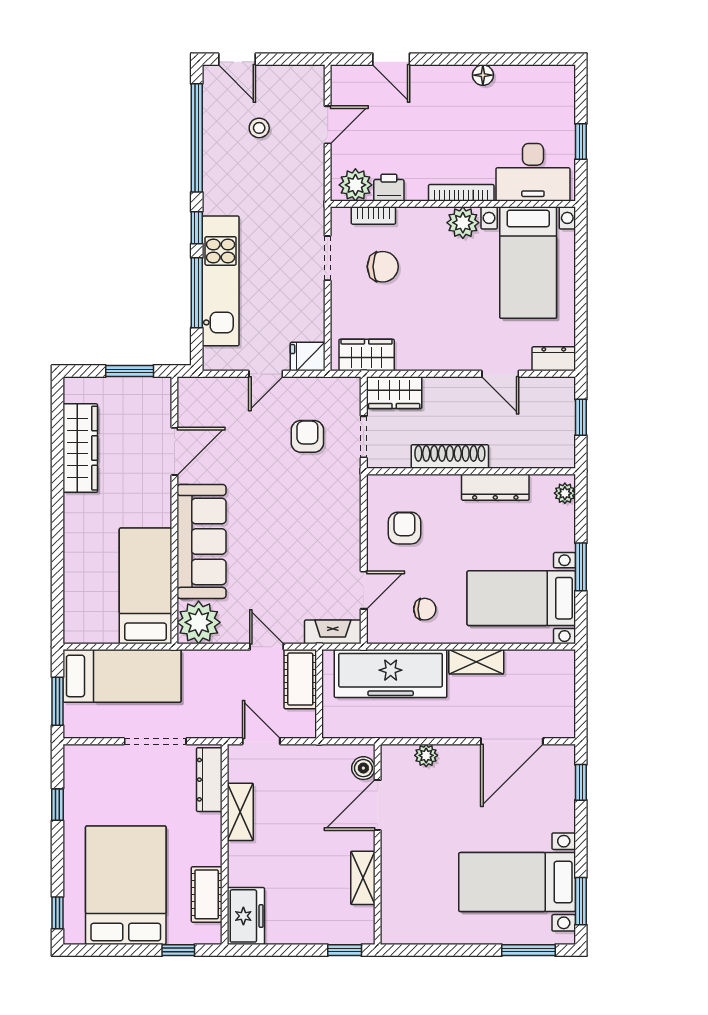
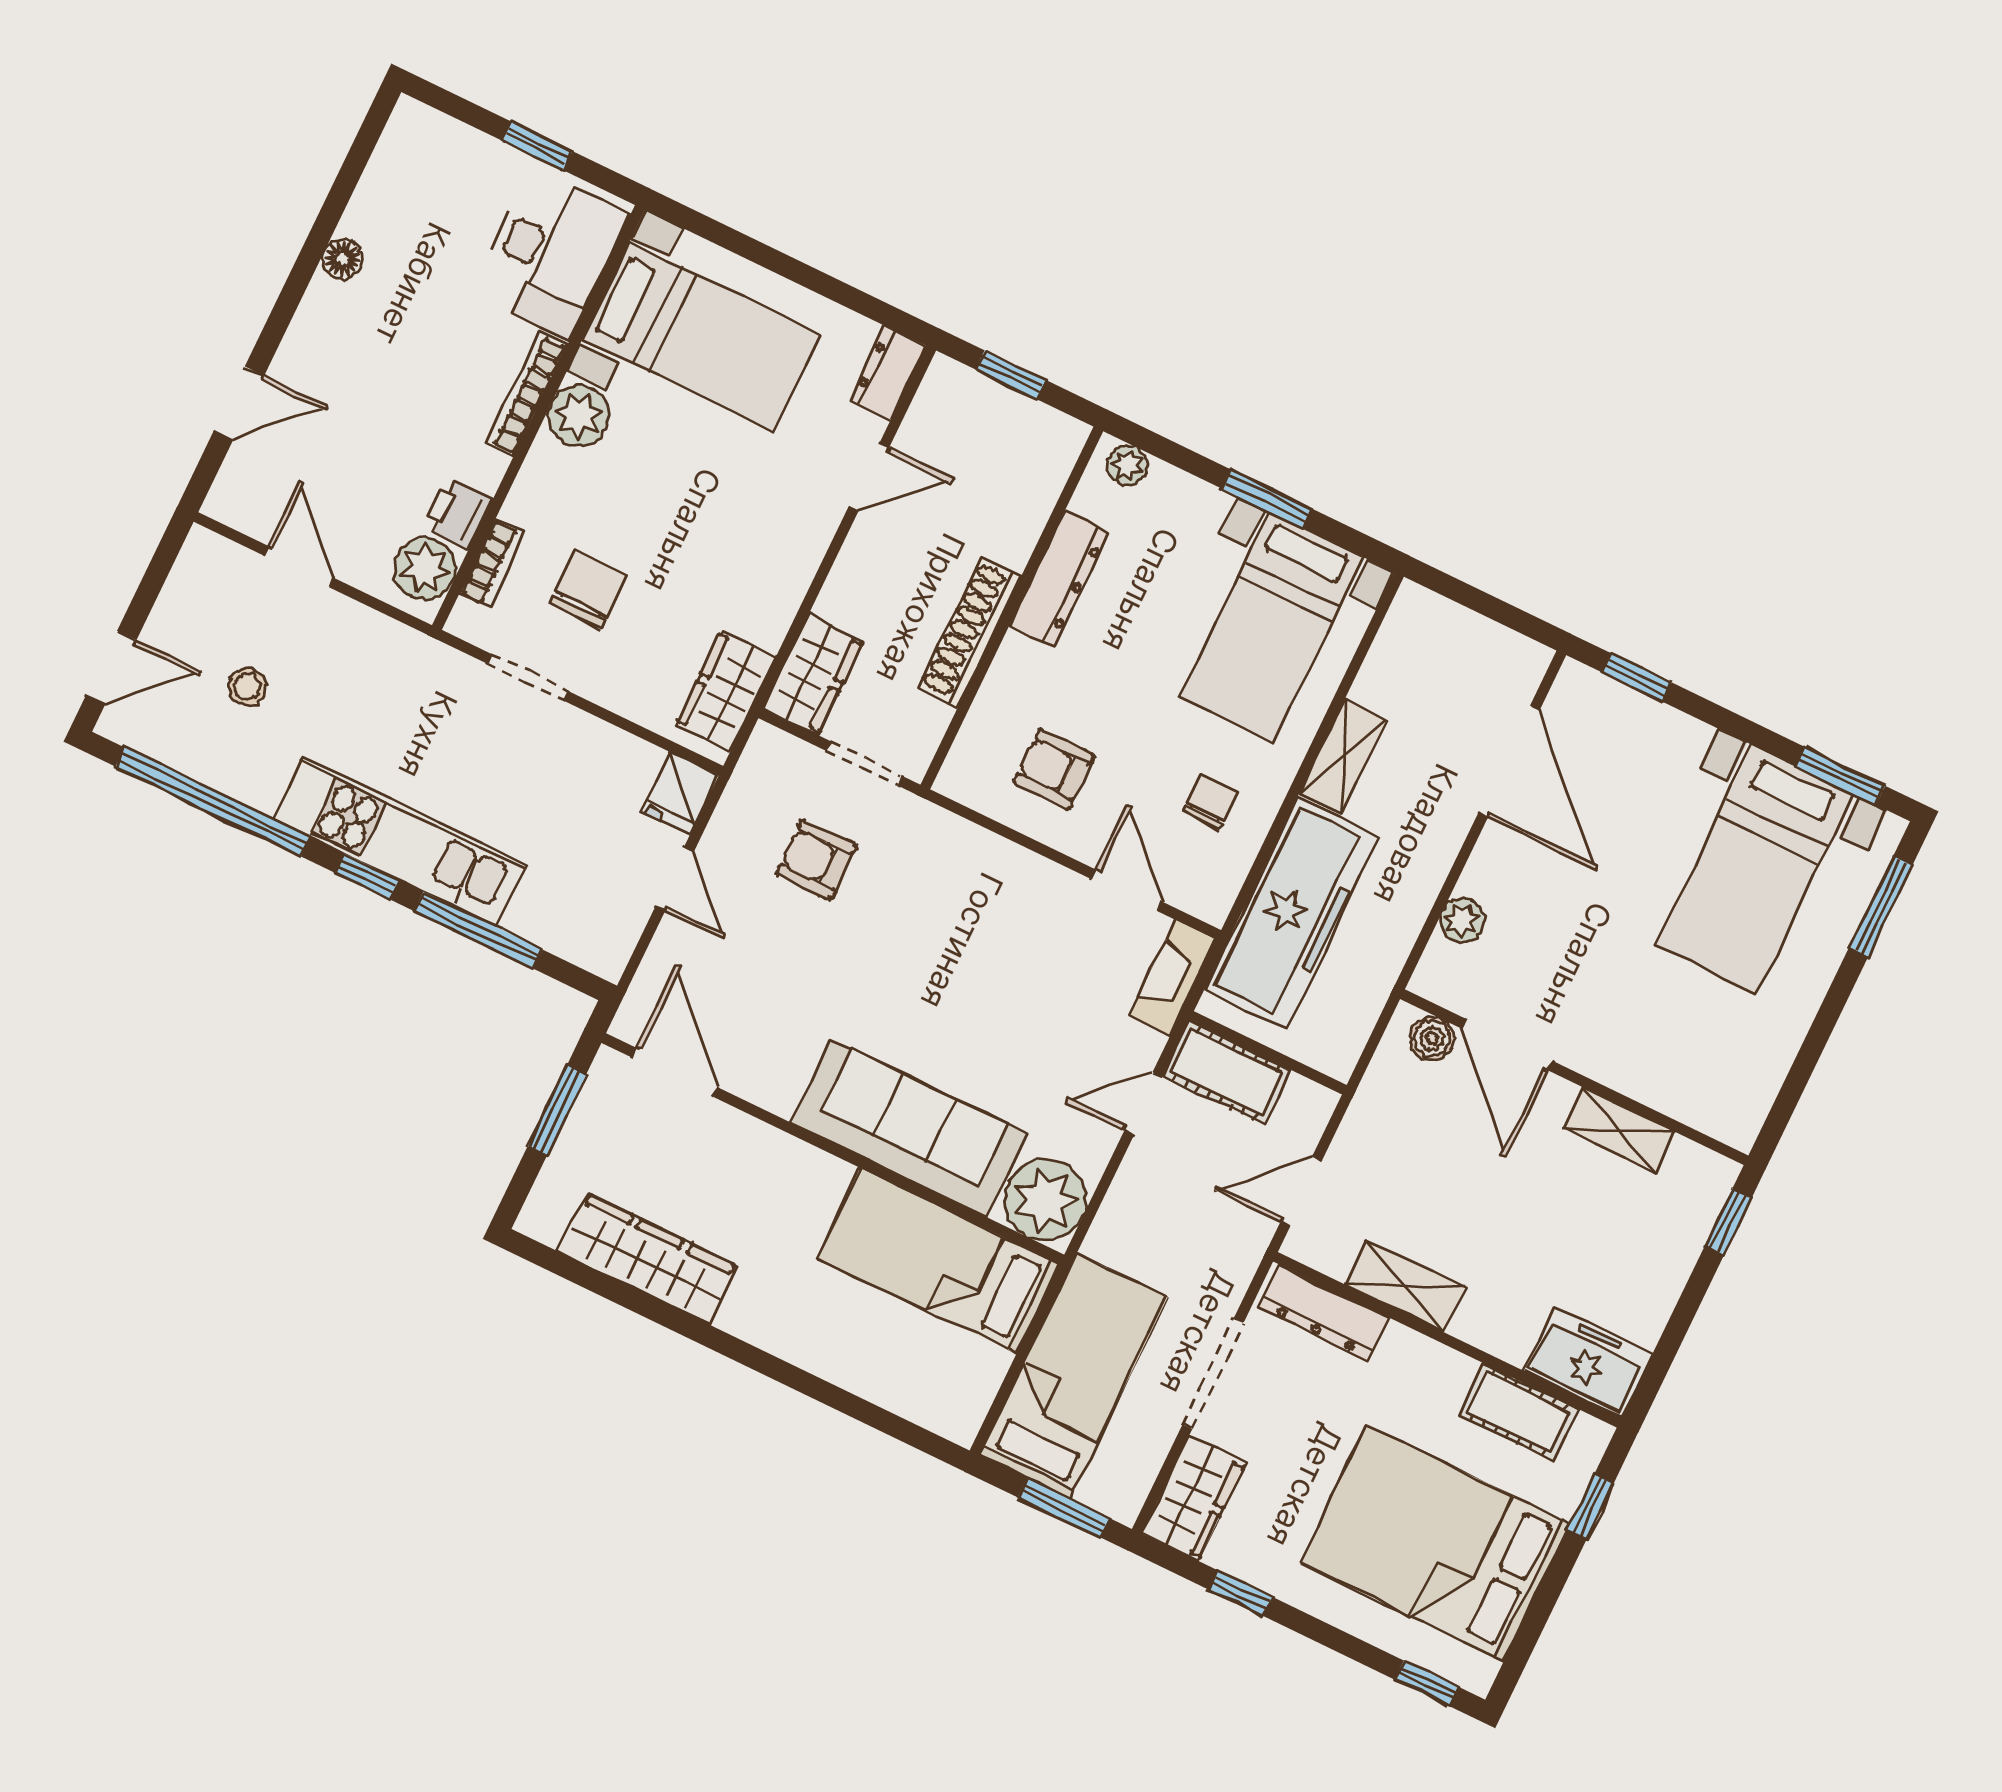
kitchen unit: (221, 281) -> (400, 842), moved
door: (174, 451) -> (675, 1072), moved
wardrobe: (92, 761) -> (1194, 1498), added

